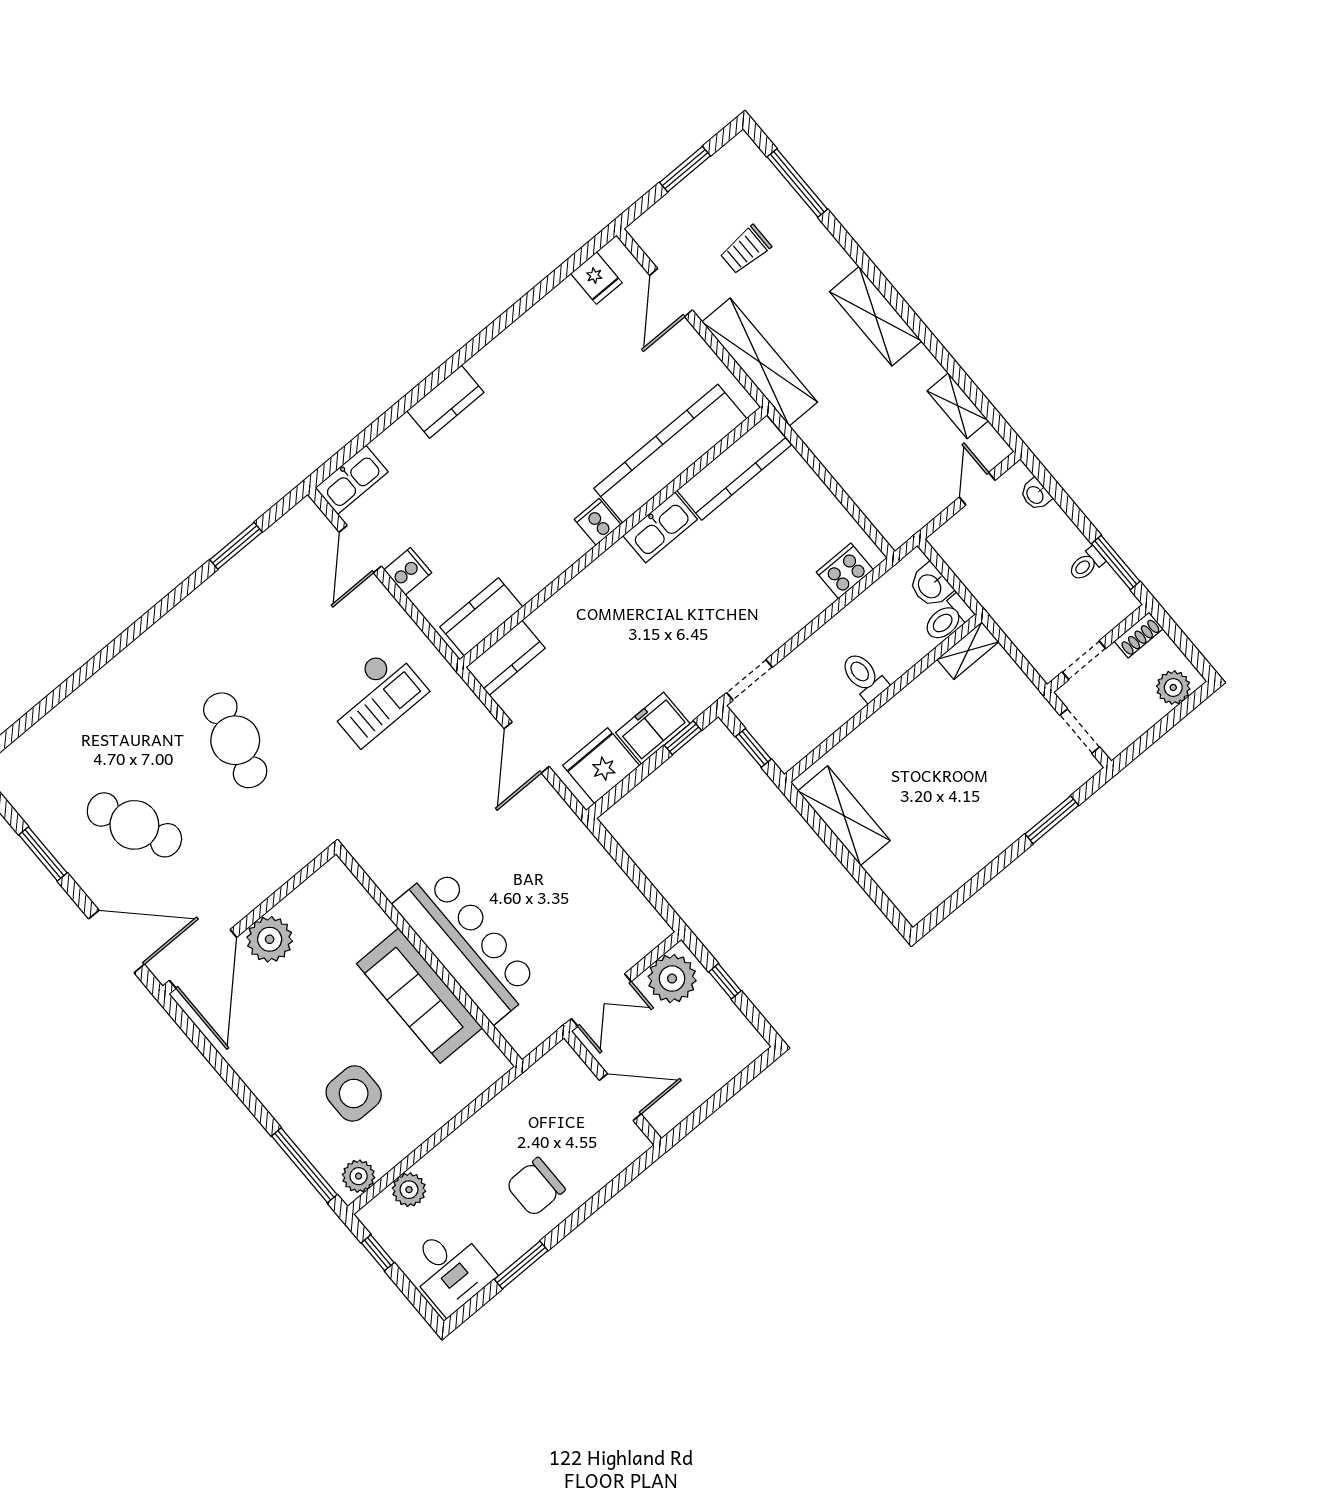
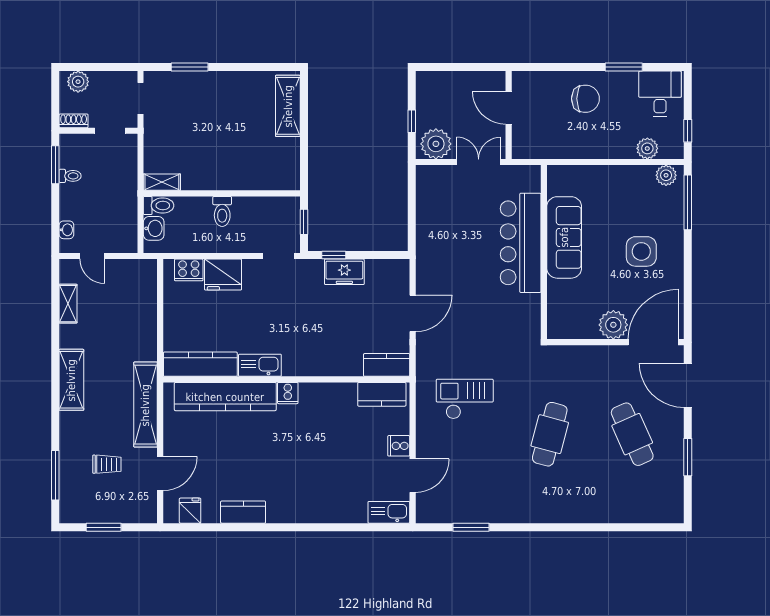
kitchen counter: (445, 402) -> (243, 512), moved
door: (977, 489) -> (92, 256), hinge flipped
fridge: (601, 766) -> (223, 275), moved
shelving: (844, 816) -> (288, 106), moved
side table: (354, 1093) -> (641, 251), moved

